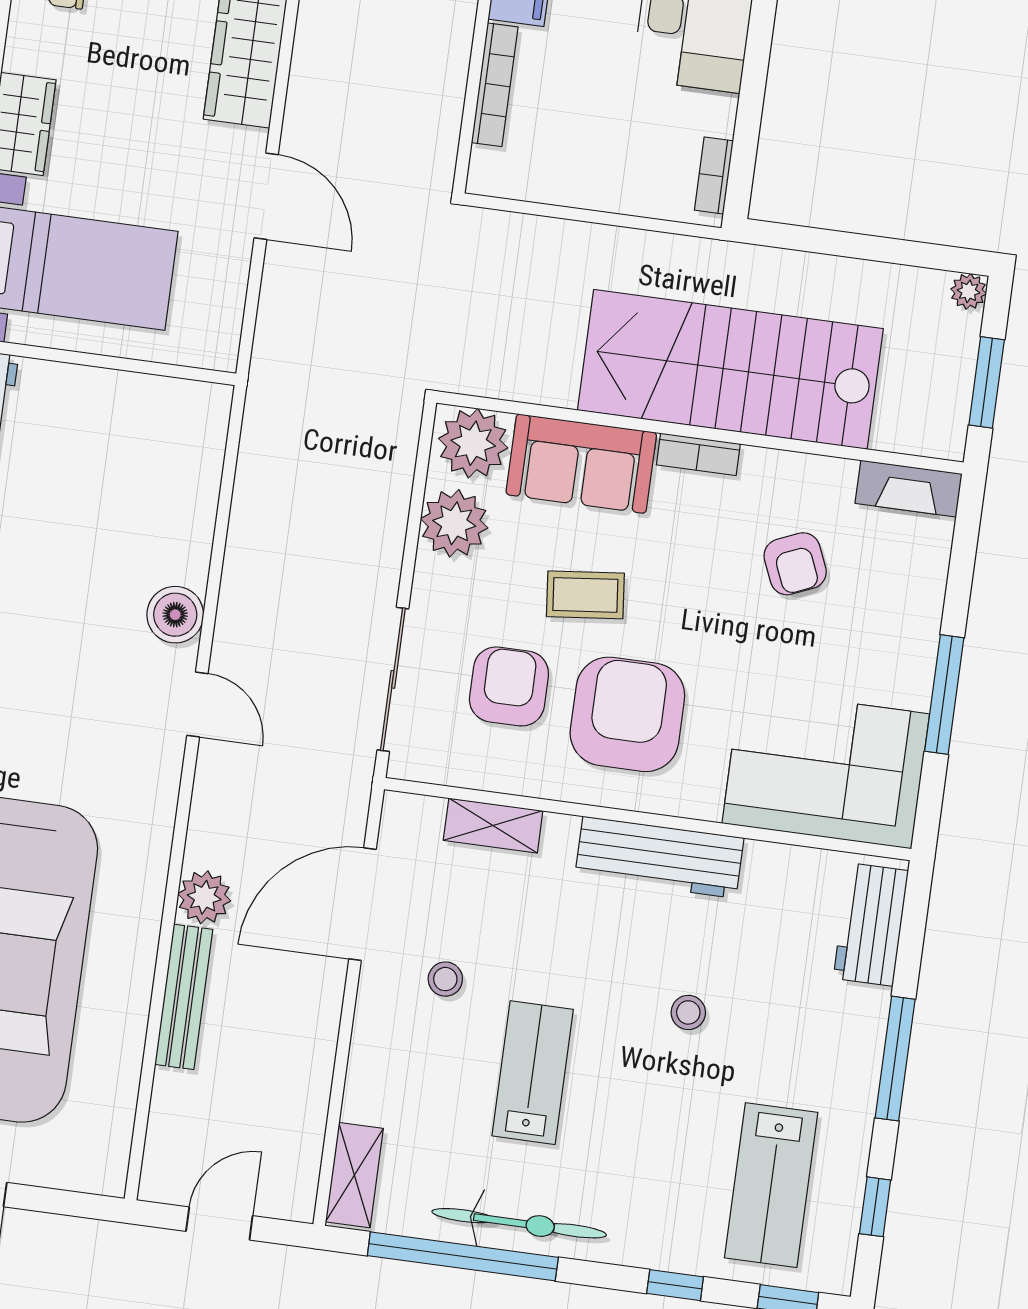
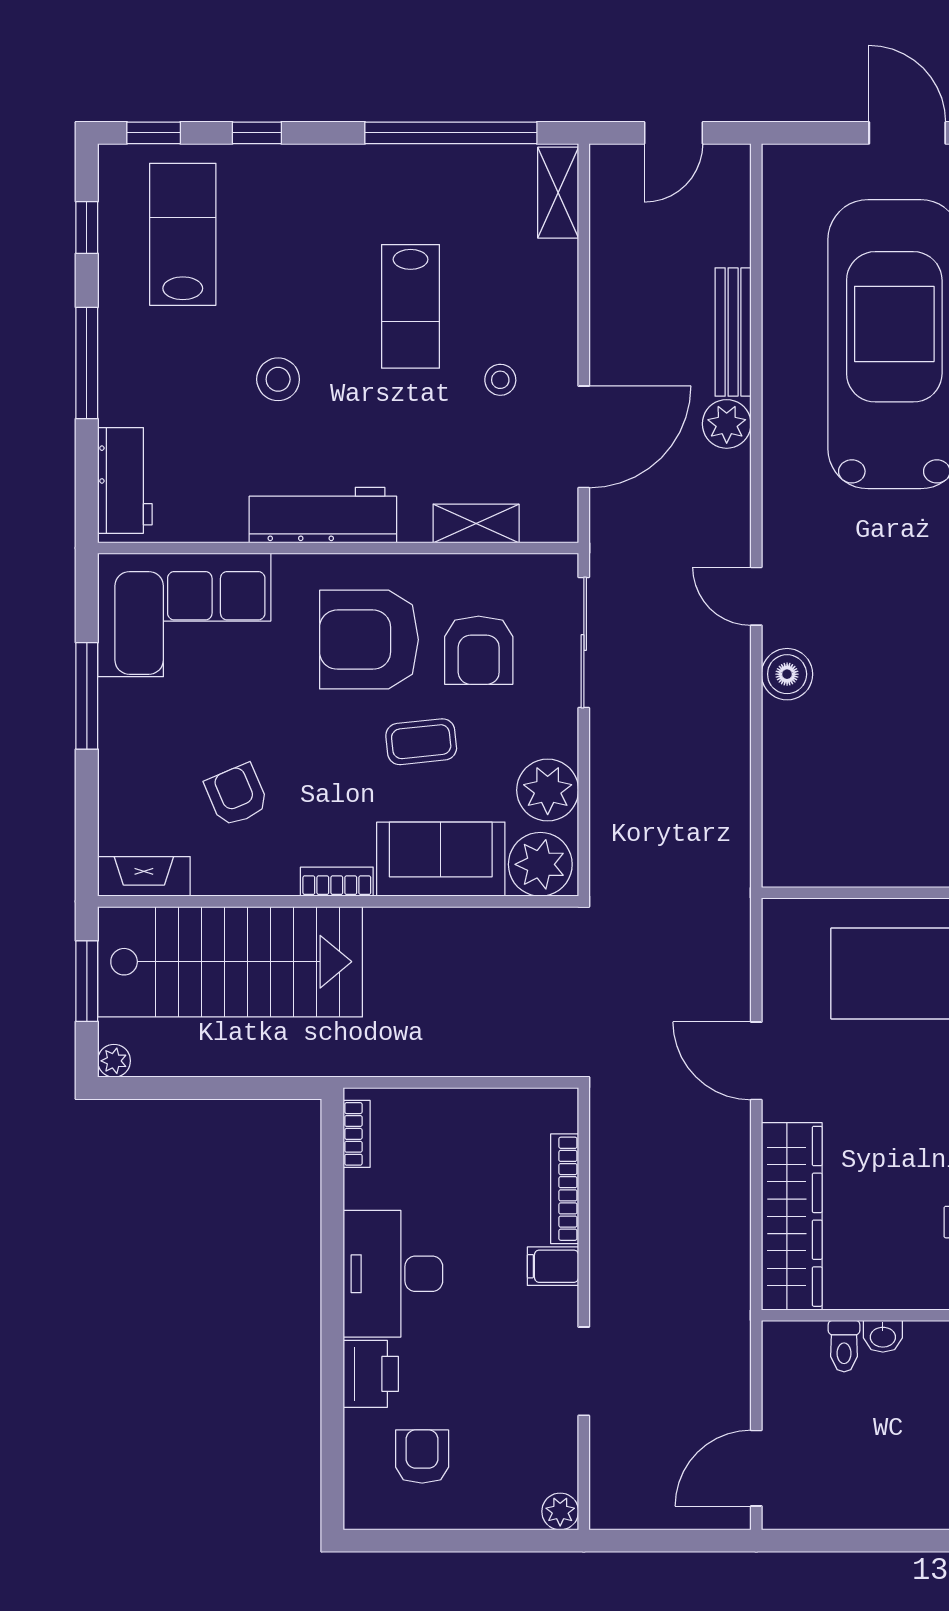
stairs: (730, 369) -> (230, 962), moved
armchair: (627, 714) -> (369, 640), turned 90
stool: (688, 1012) -> (278, 379), width x1.37, depth x1.37
bicycle: (519, 1223) -> (404, 170), removed

